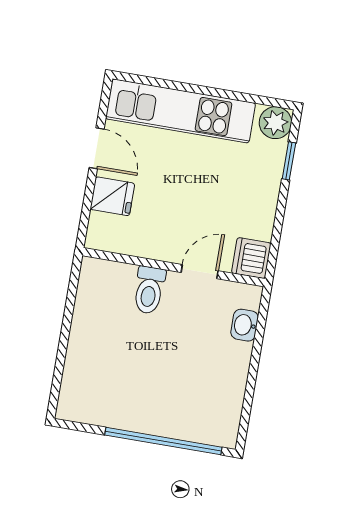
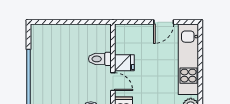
fridge: (112, 196) -> (124, 63), moved, turned -90

